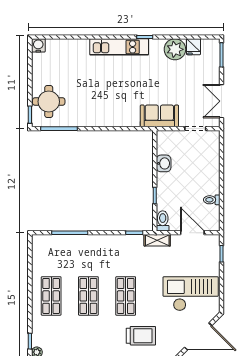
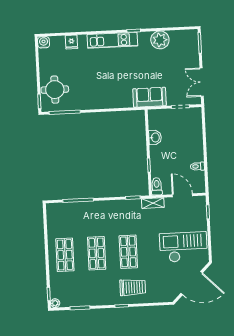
fridge: (193, 47) -> (71, 42), moved
trolley: (141, 336) -> (133, 287), moved

